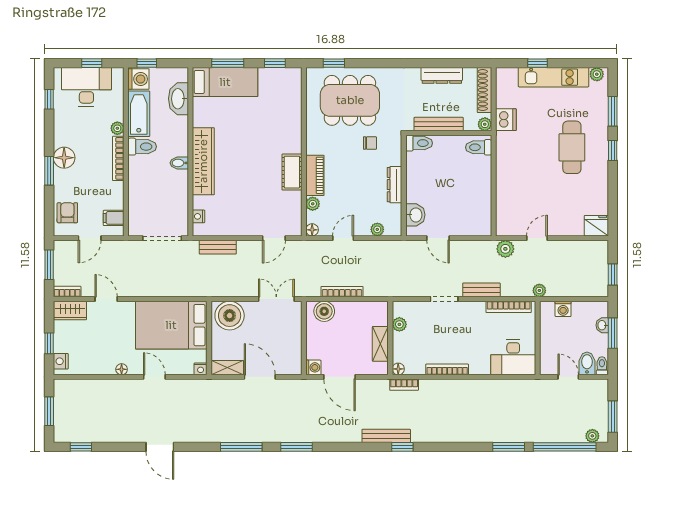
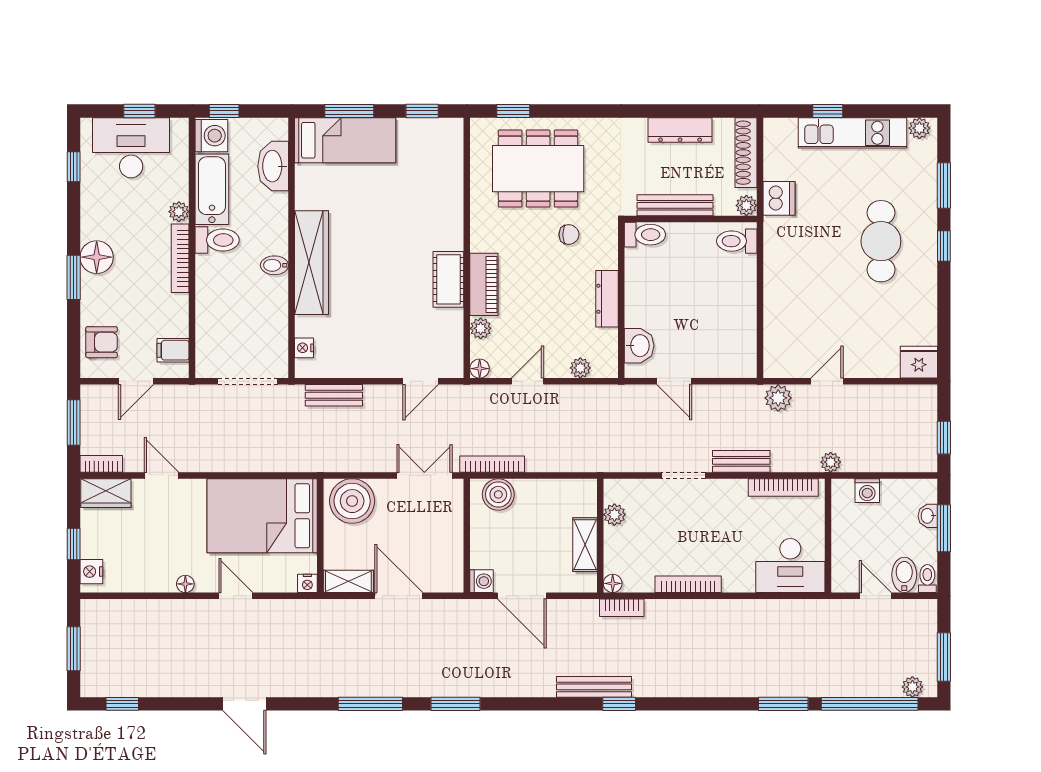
armchair: (67, 213) -> (102, 342), turned 90
bookcase: (342, 292) -> (492, 464), moved

